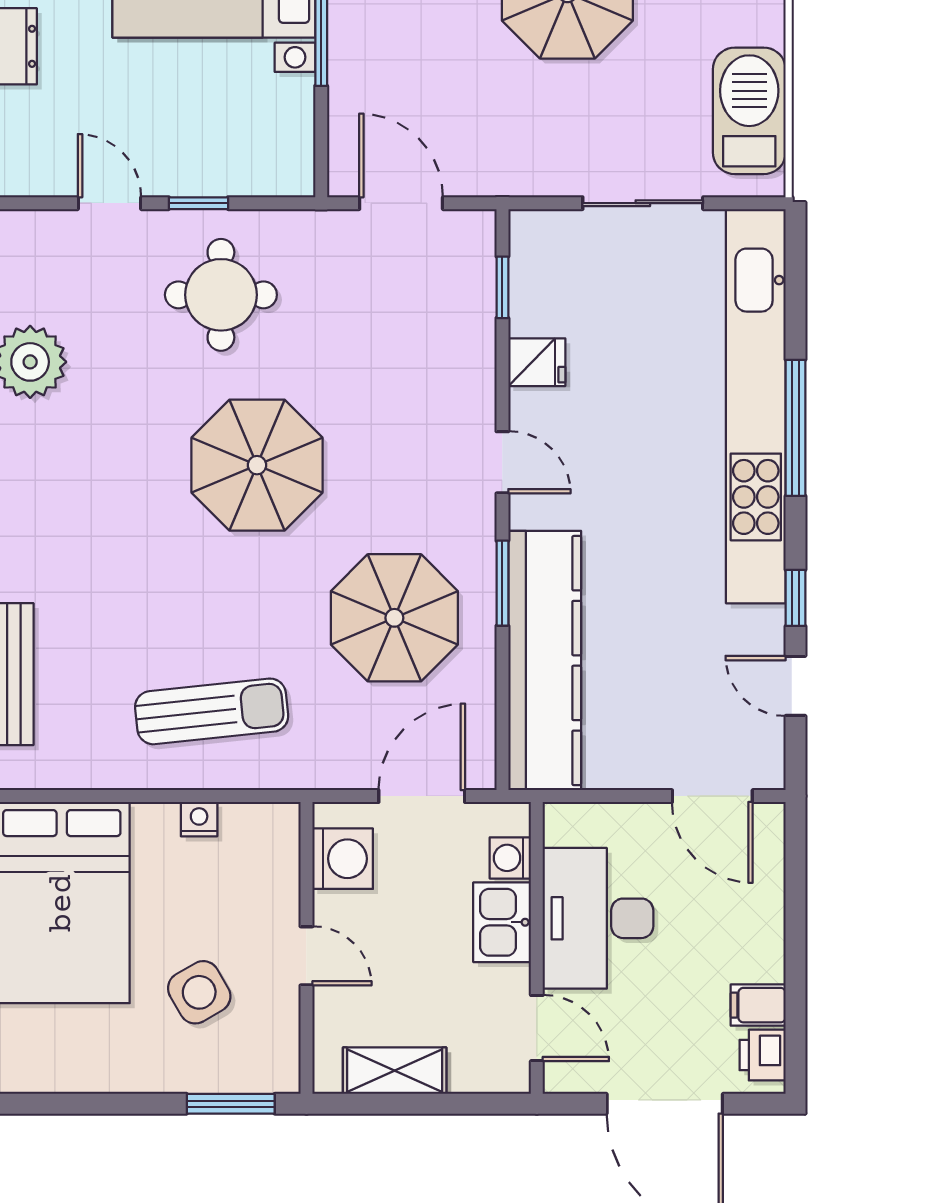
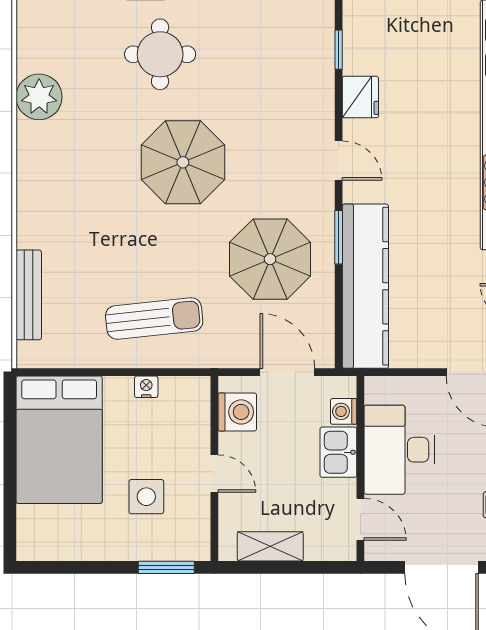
fridge: (537, 362) -> (360, 97), width x1.38
door: (422, 796) -> (287, 372), hinge flipped
side table: (199, 992) -> (146, 497), turned 30

